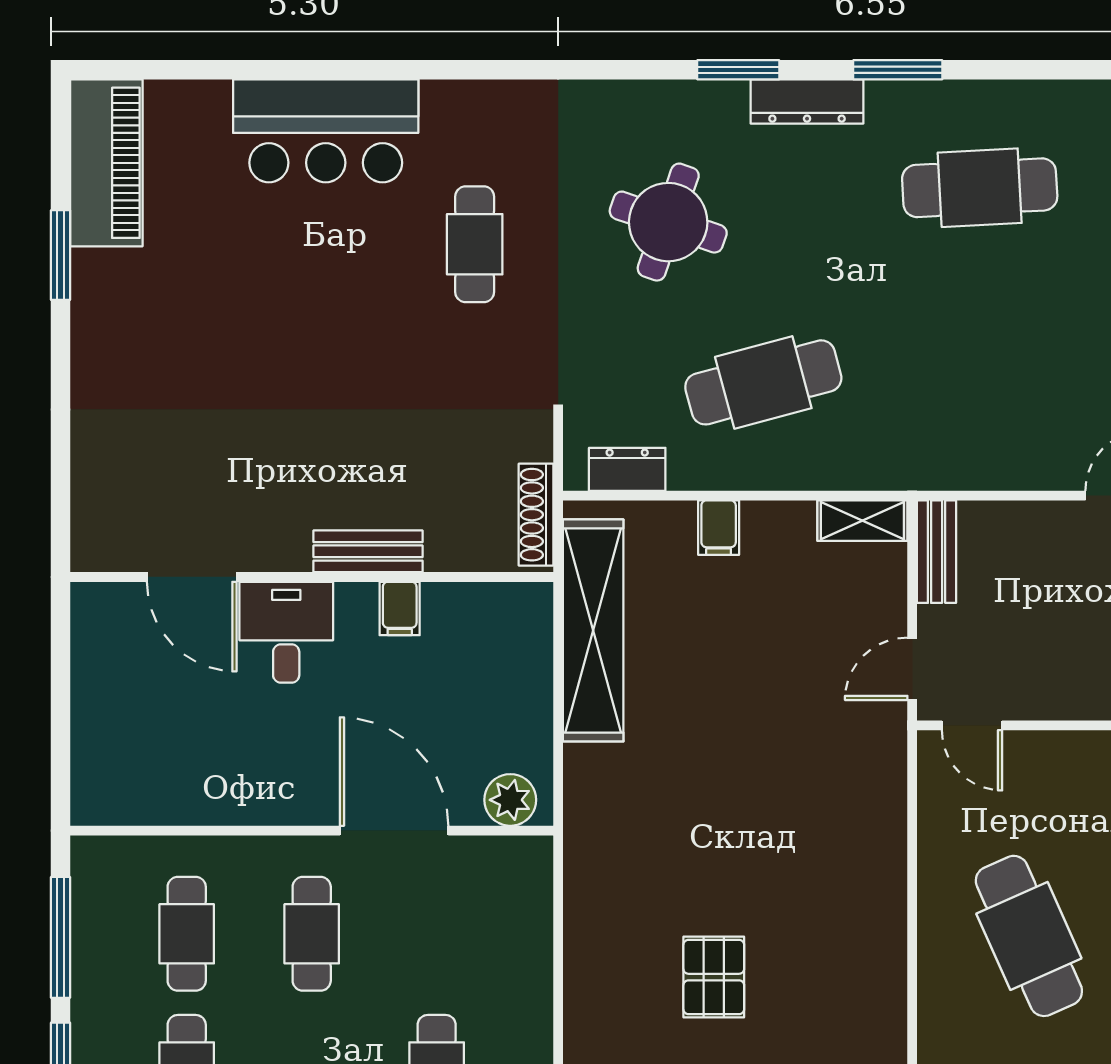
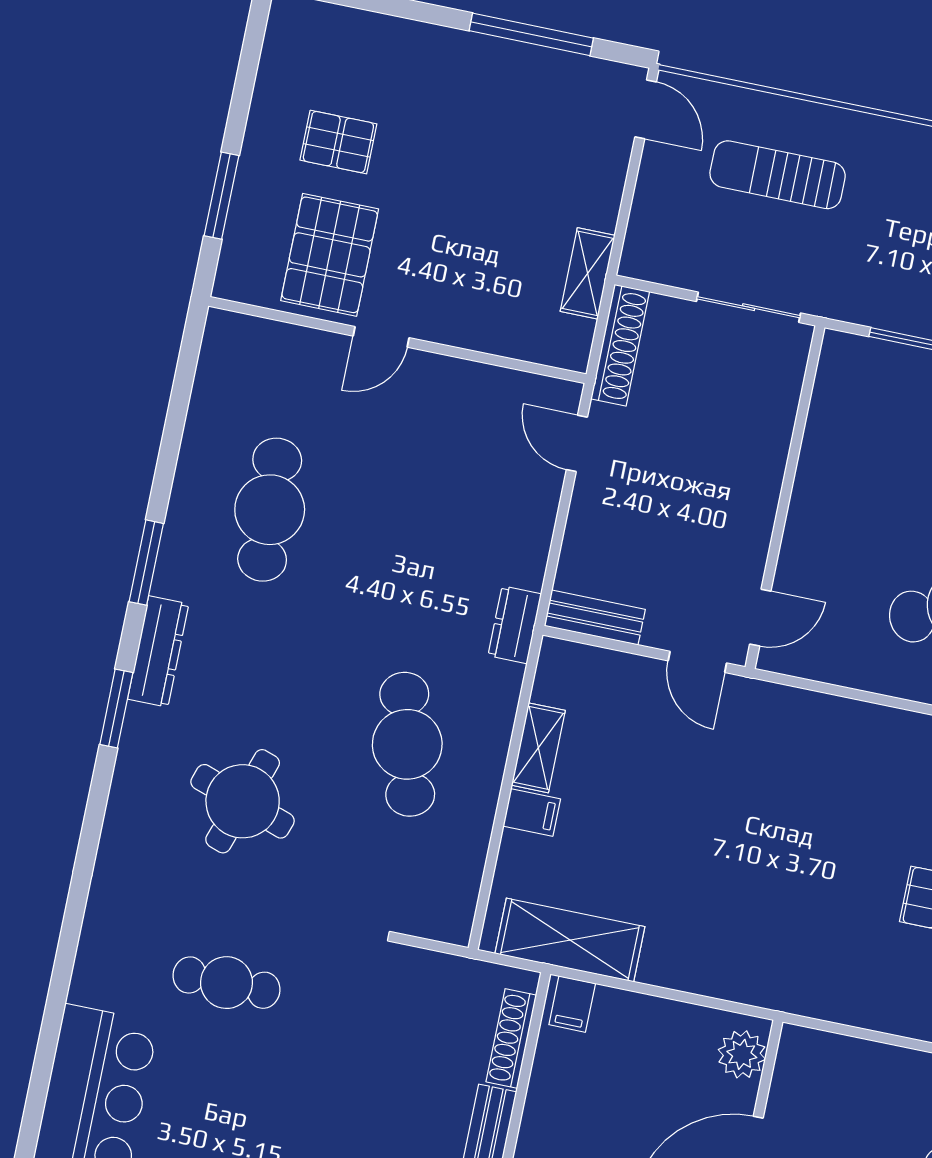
dresser: (627, 469) -> (515, 625), moved
shoe rack: (536, 515) -> (511, 1038), moved, turned 90
shelving: (862, 521) -> (538, 748), moved
filing cabinet: (400, 608) -> (572, 1004), moved, turned 90
shelving: (593, 630) -> (570, 940), width x0.68

